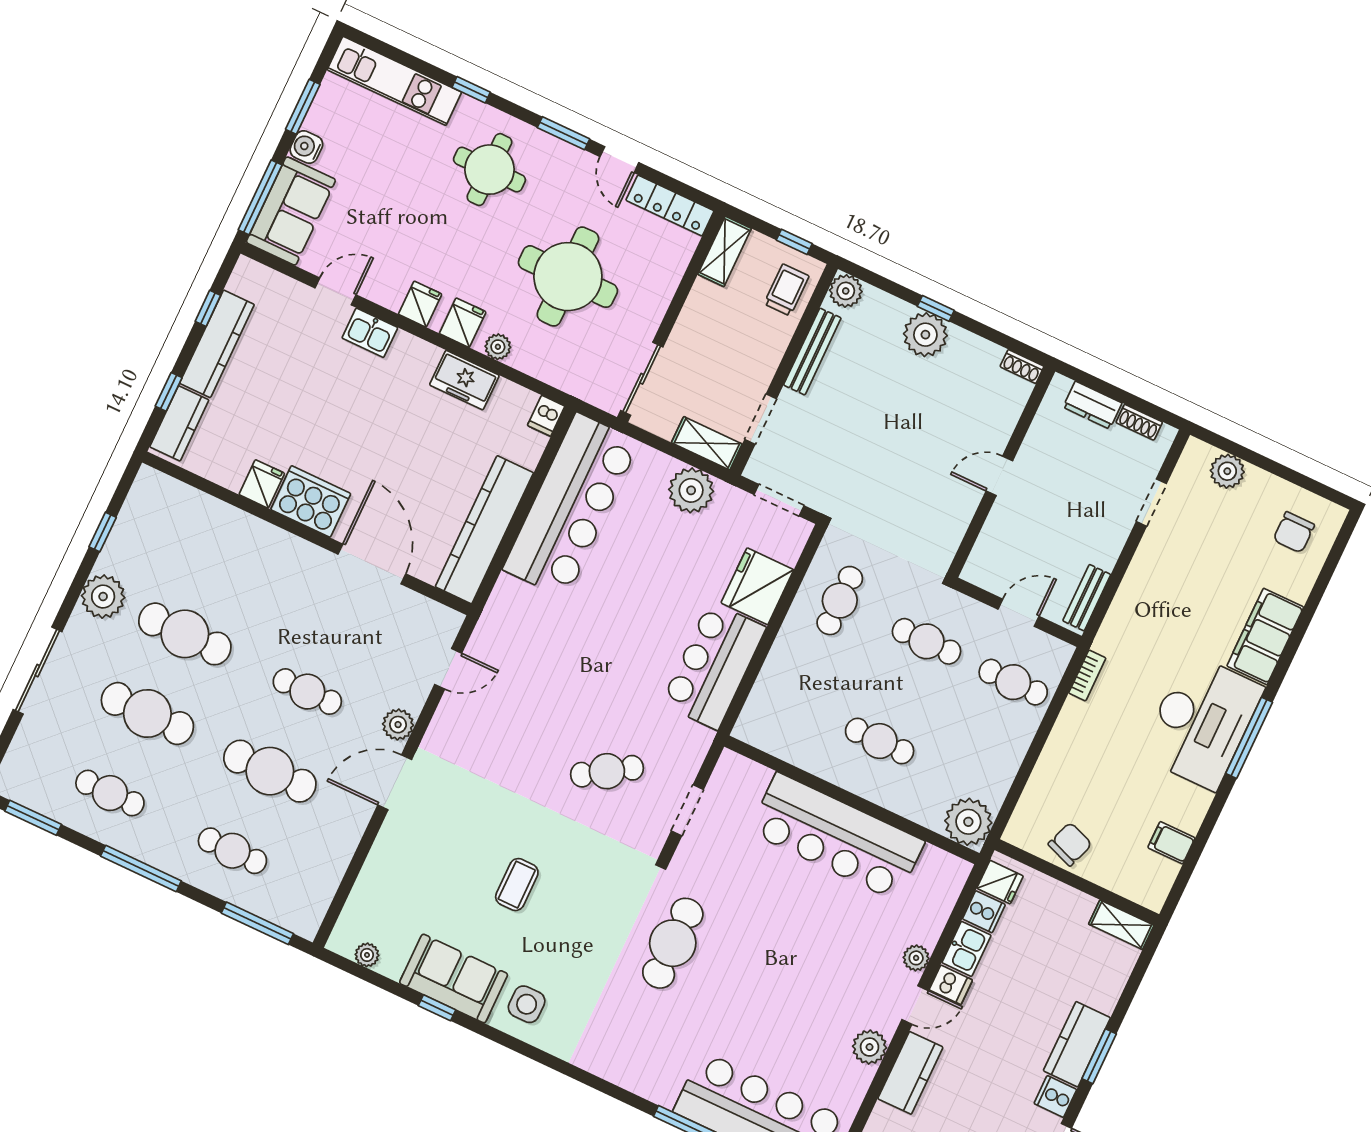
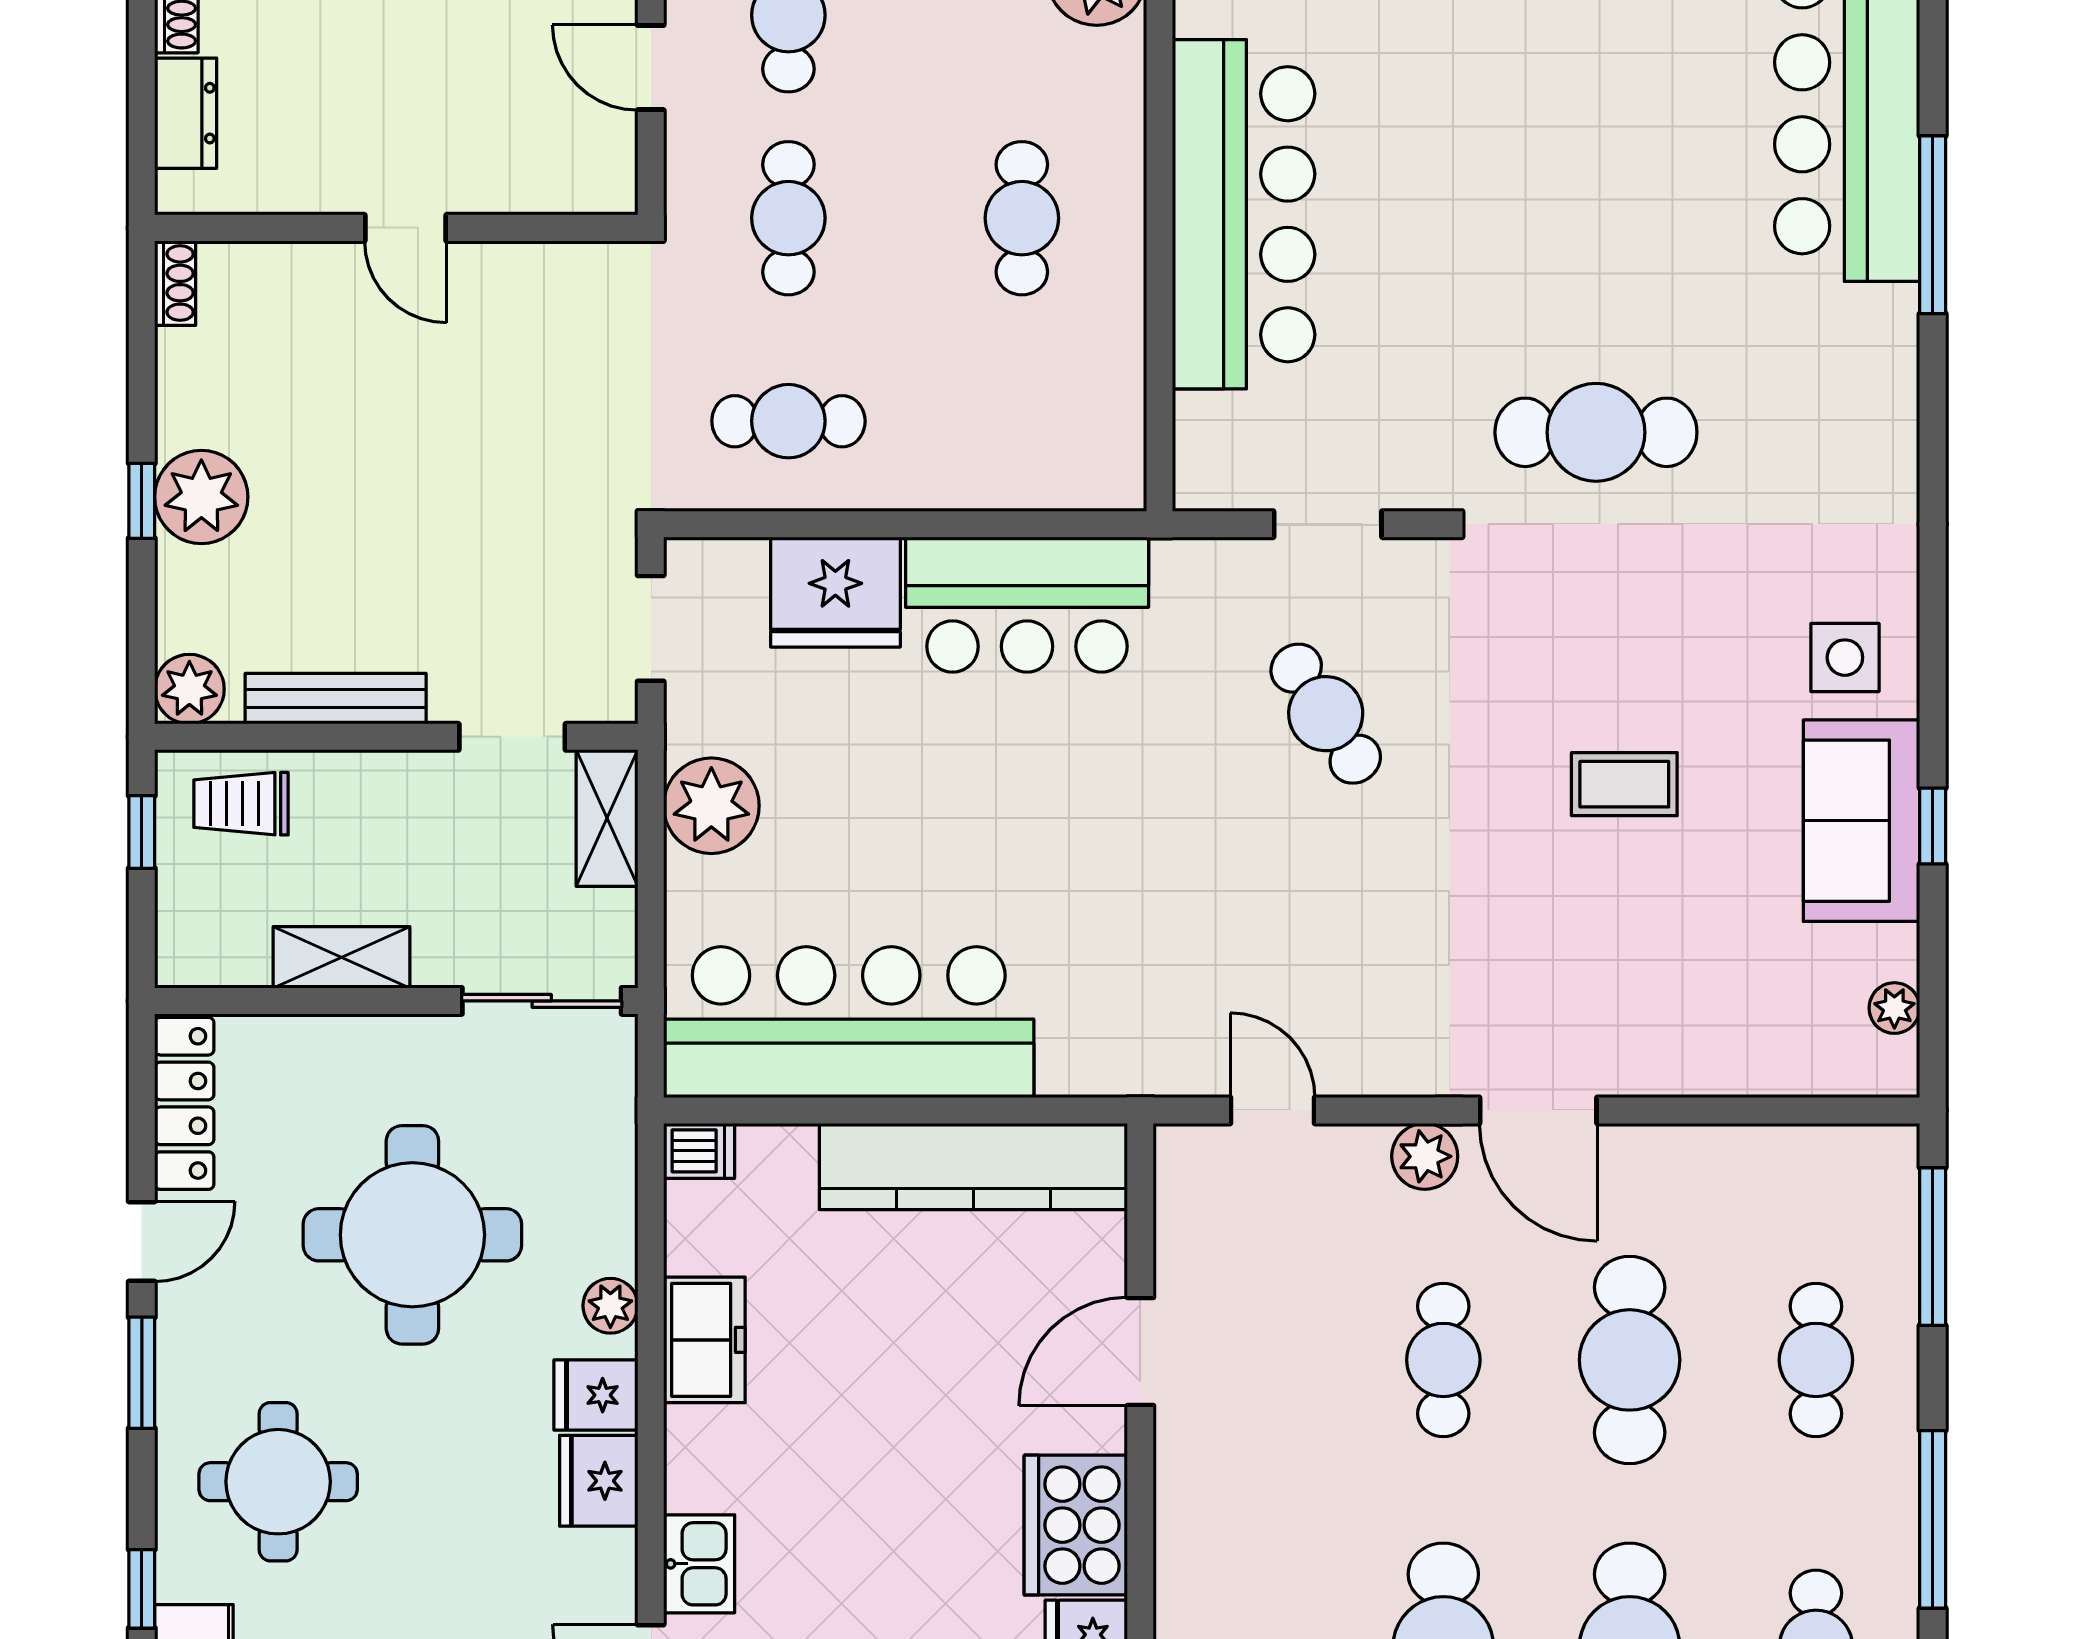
shelving: (725, 251) -> (342, 957), moved
fridge: (420, 304) -> (599, 1481), width x1.38
door: (372, 564) -> (1140, 1351), width x0.73

